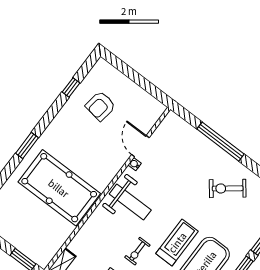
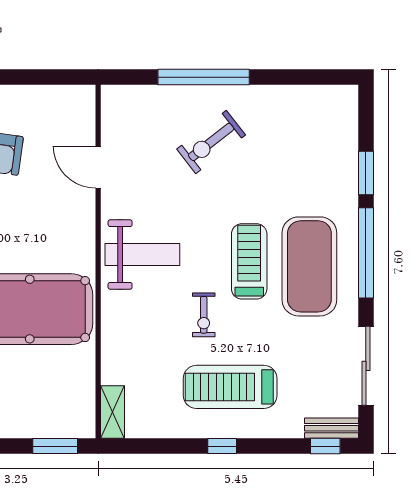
water cooler: (135, 164) -> (109, 198), removed
exercise bike: (228, 188) -> (211, 142), moved

